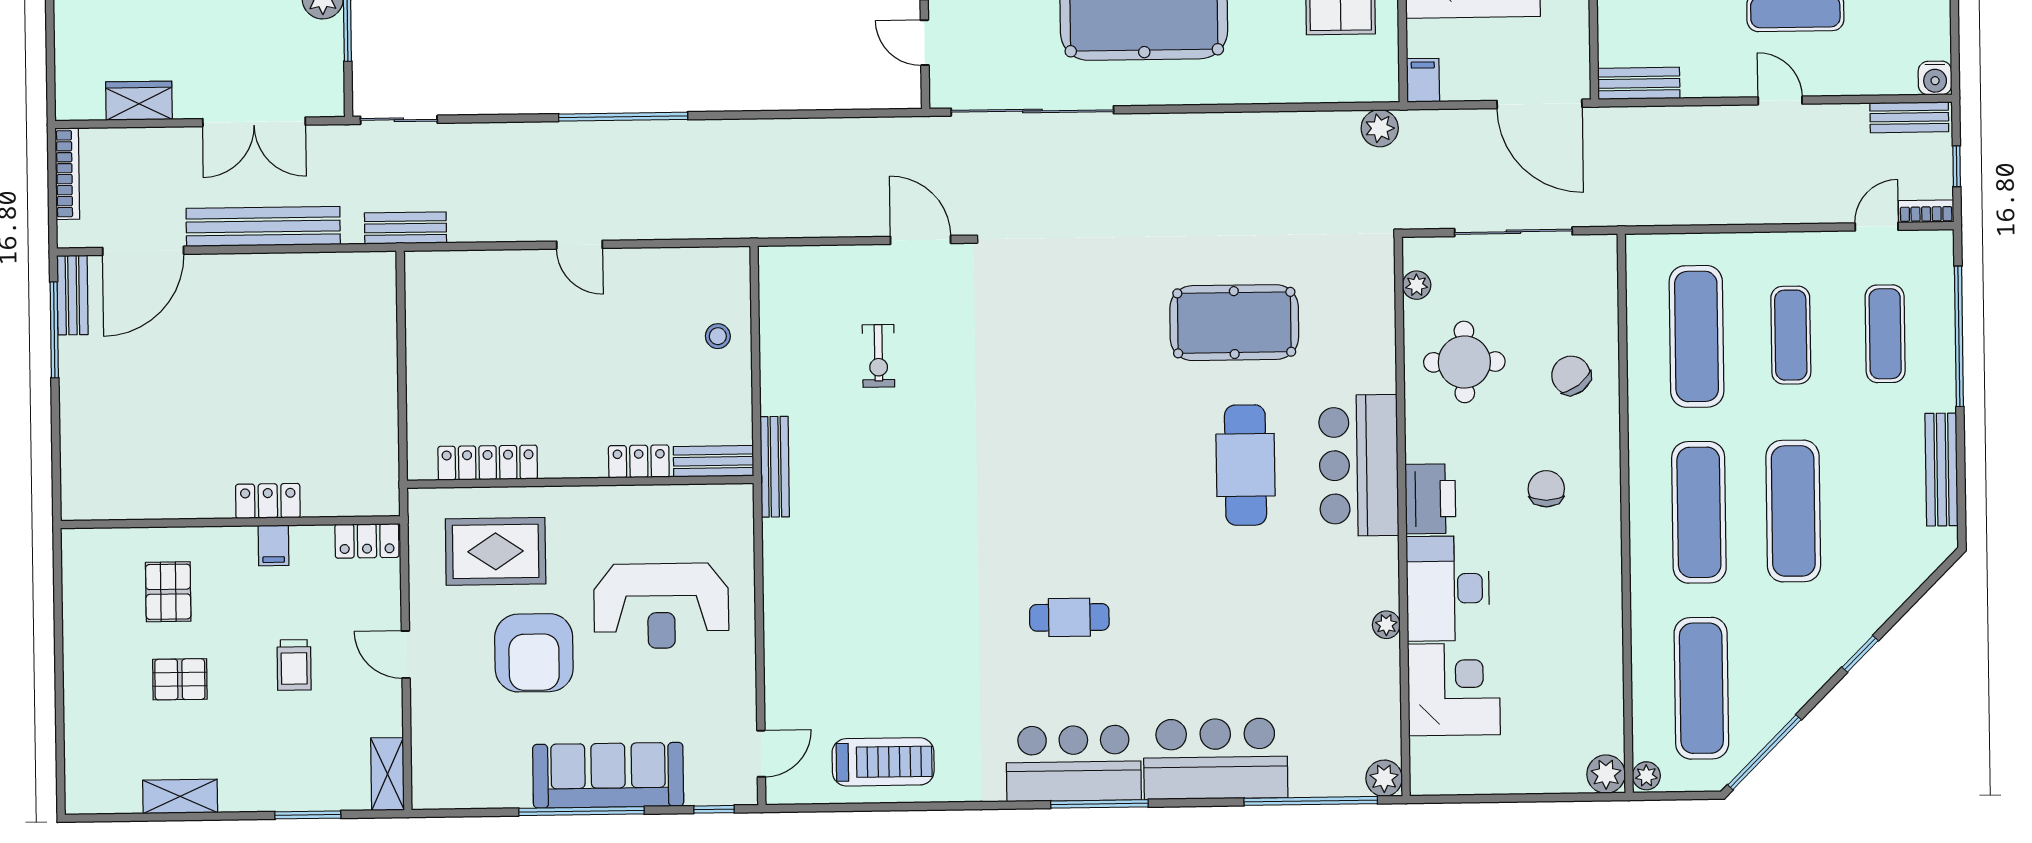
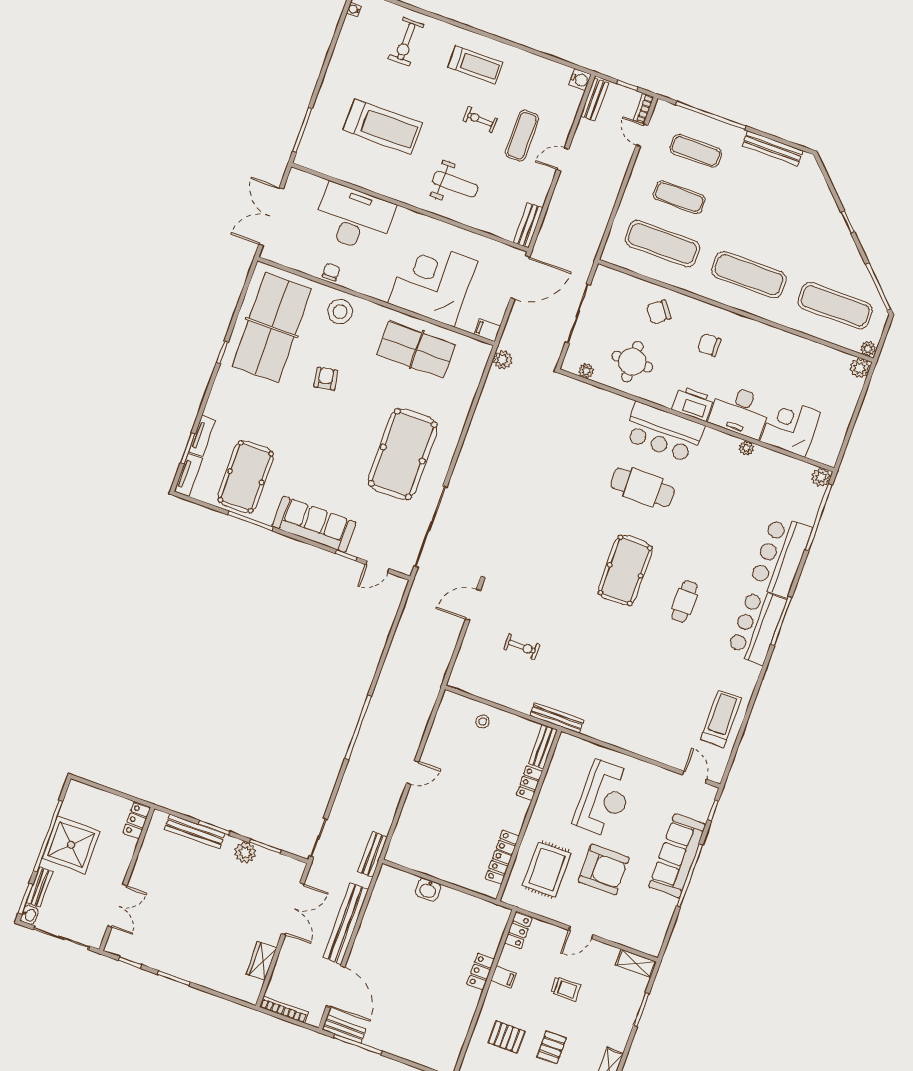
pool table: (1234, 323) -> (625, 570), moved
washbasin: (379, 351) -> (428, 890), added
exercise mat: (1793, 511) -> (766, 228), removed

